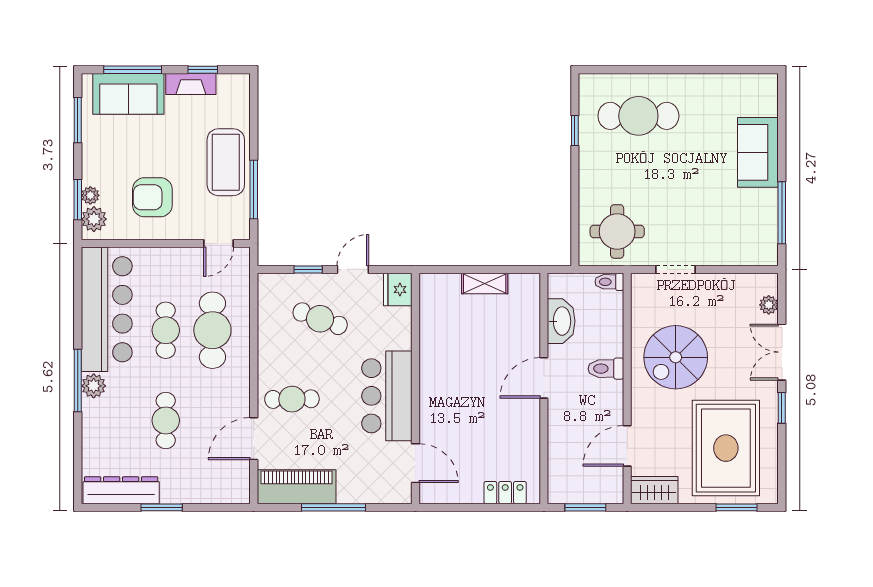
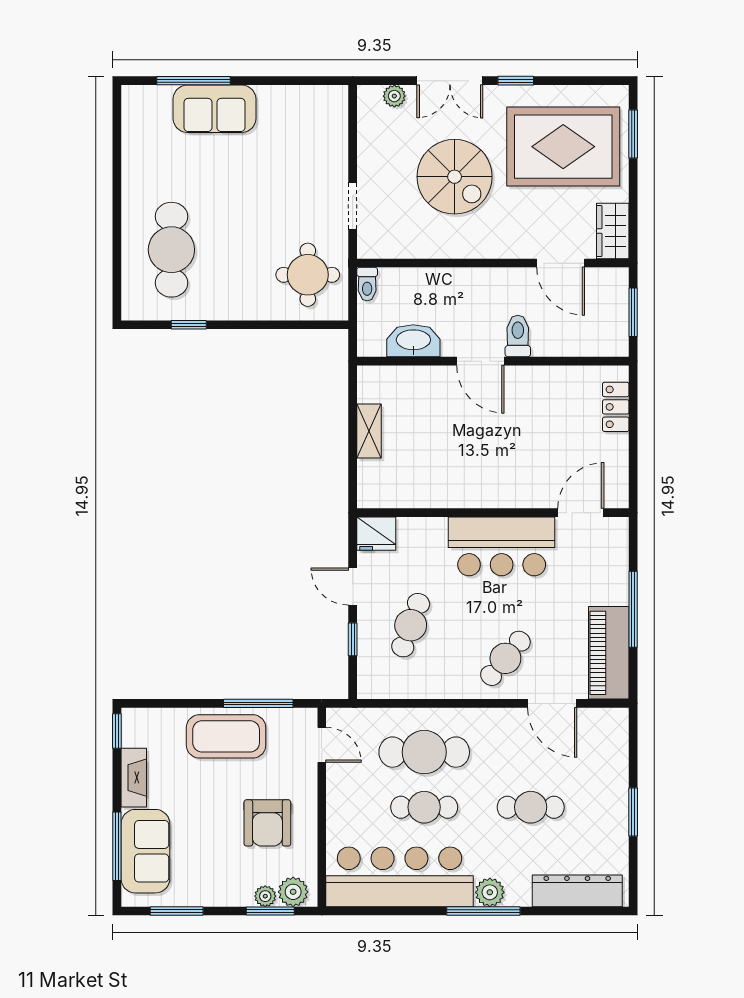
window: (203, 70) -> (117, 731), moved
window: (782, 213) -> (194, 81), moved
spiral stairs: (676, 357) -> (455, 177), moved
toilet: (606, 369) -> (518, 336), moved, turned 180
cafe table: (292, 399) -> (505, 658), turned 41
dresser: (121, 490) -> (577, 891), moved, turned 90

